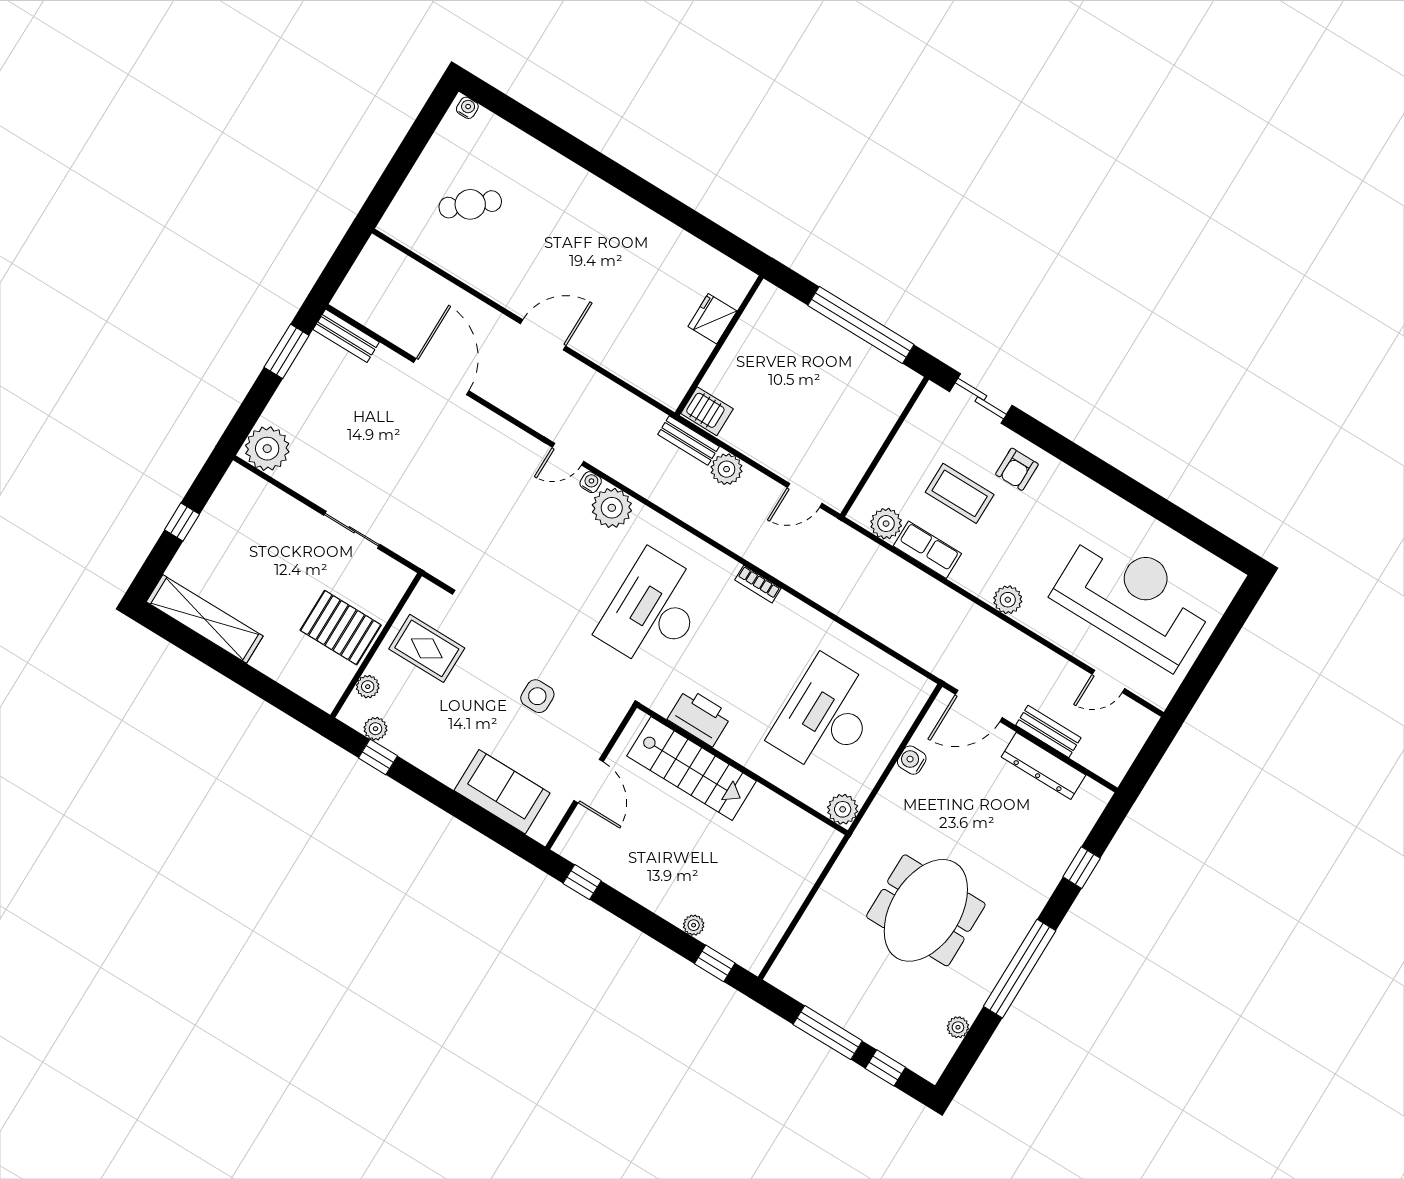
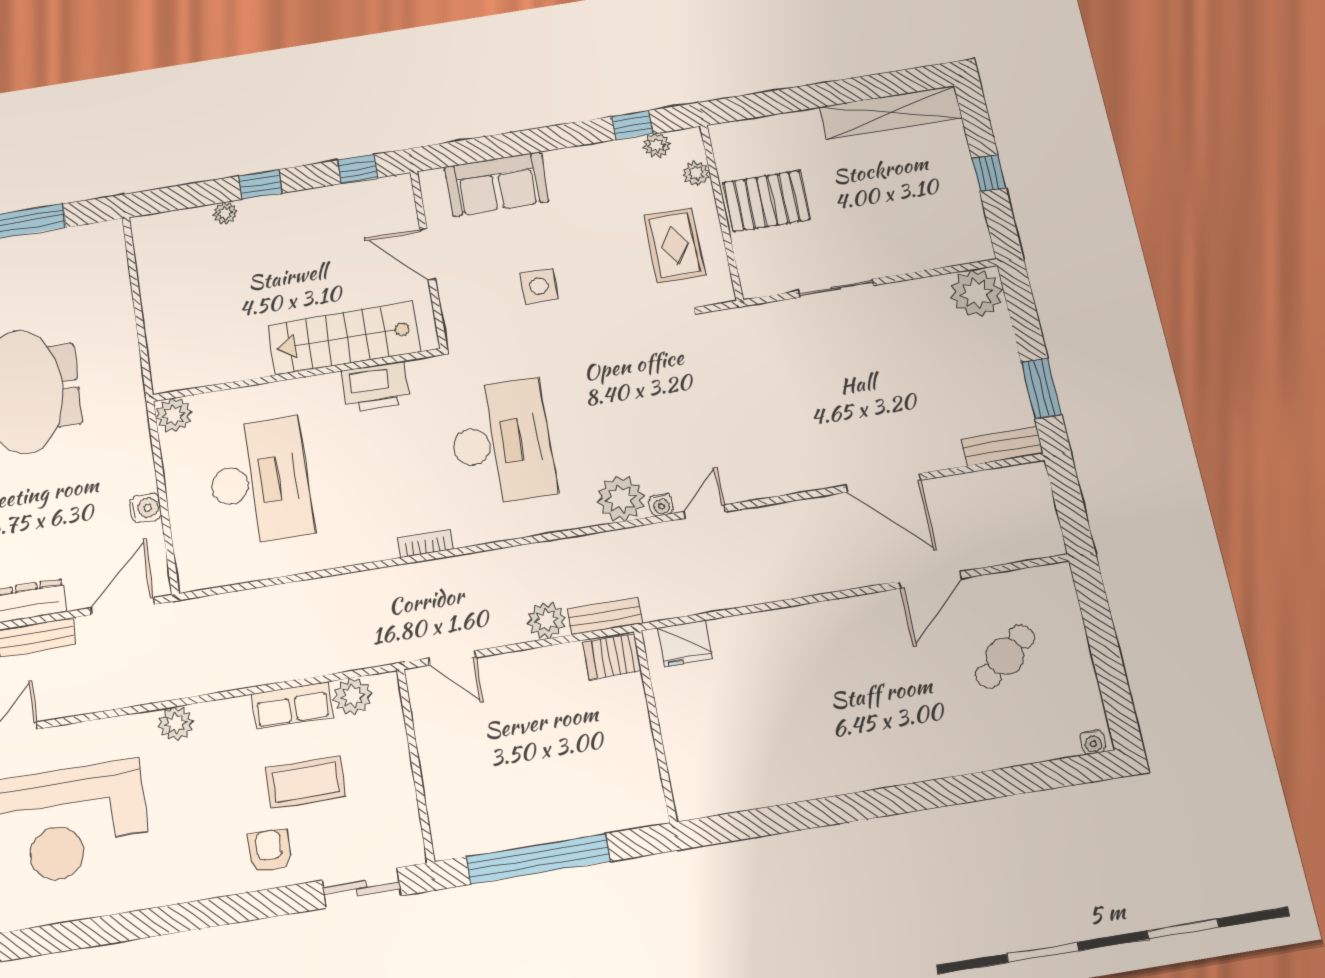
fridge: (712, 319) -> (685, 644), moved, turned 90
door: (543, 335) -> (930, 580), moved
door: (805, 495) -> (452, 658), swing flipped
rug: (427, 648) -> (675, 246), turned 90
window: (715, 963) -> (260, 184), moved

